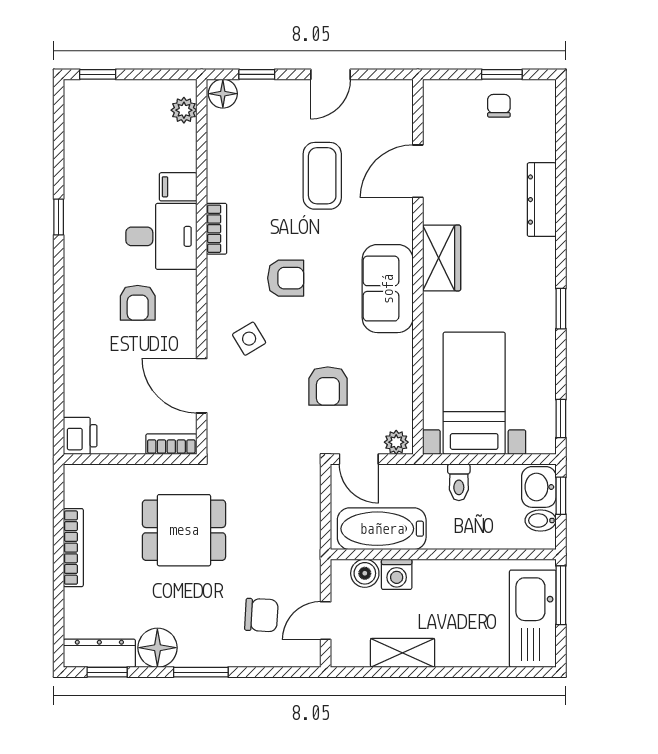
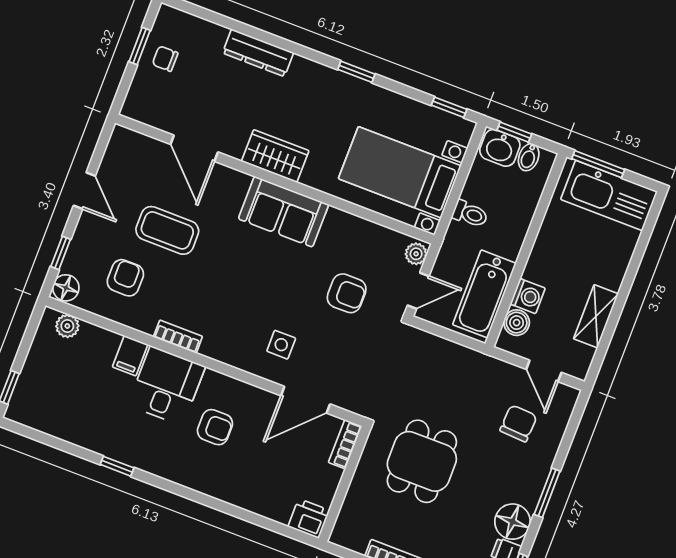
armchair: (286, 278) -> (125, 278), moved
side table: (249, 339) -> (281, 345), turned 31

